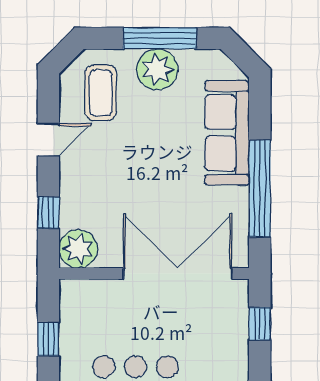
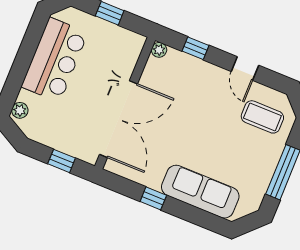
plant: (157, 69) -> (263, 162), removed
window: (260, 189) -> (153, 198), width x0.32
plant: (78, 249) -> (159, 50), width x0.53, depth x0.53

